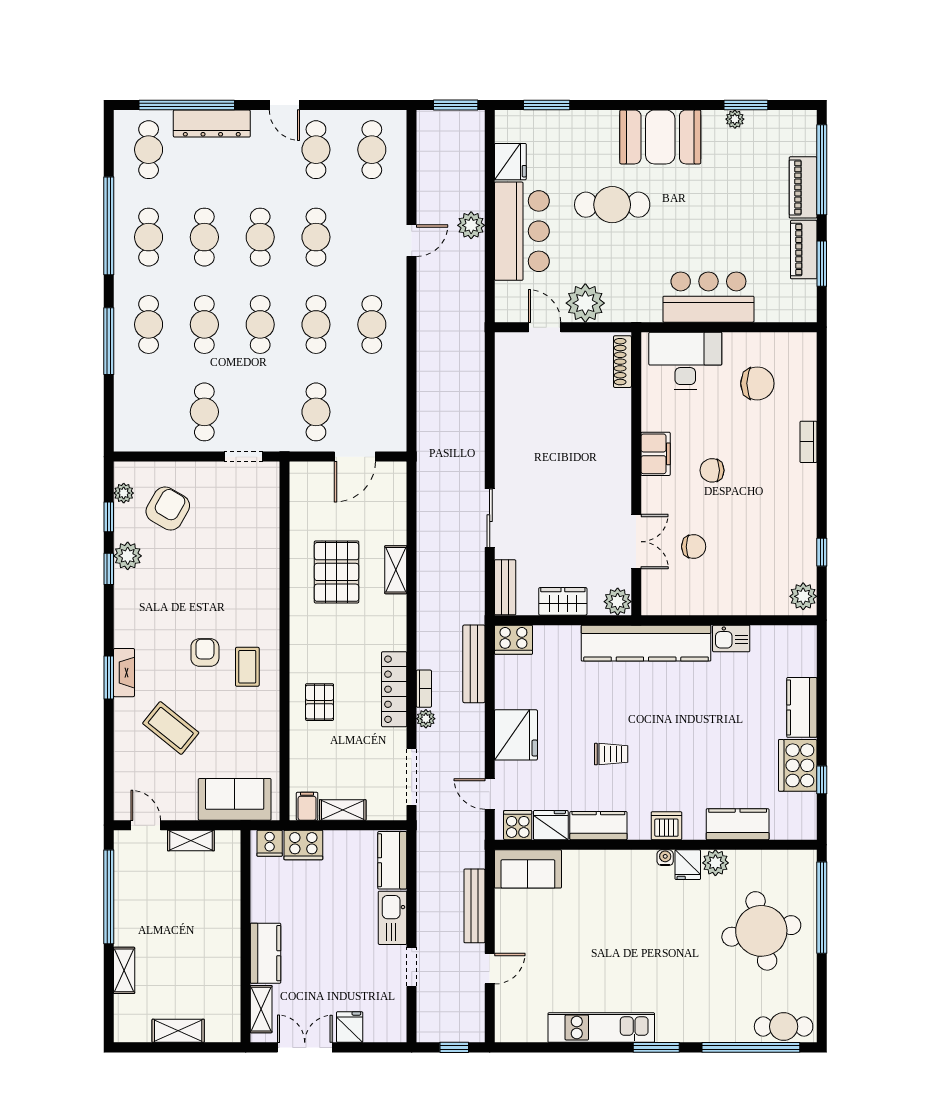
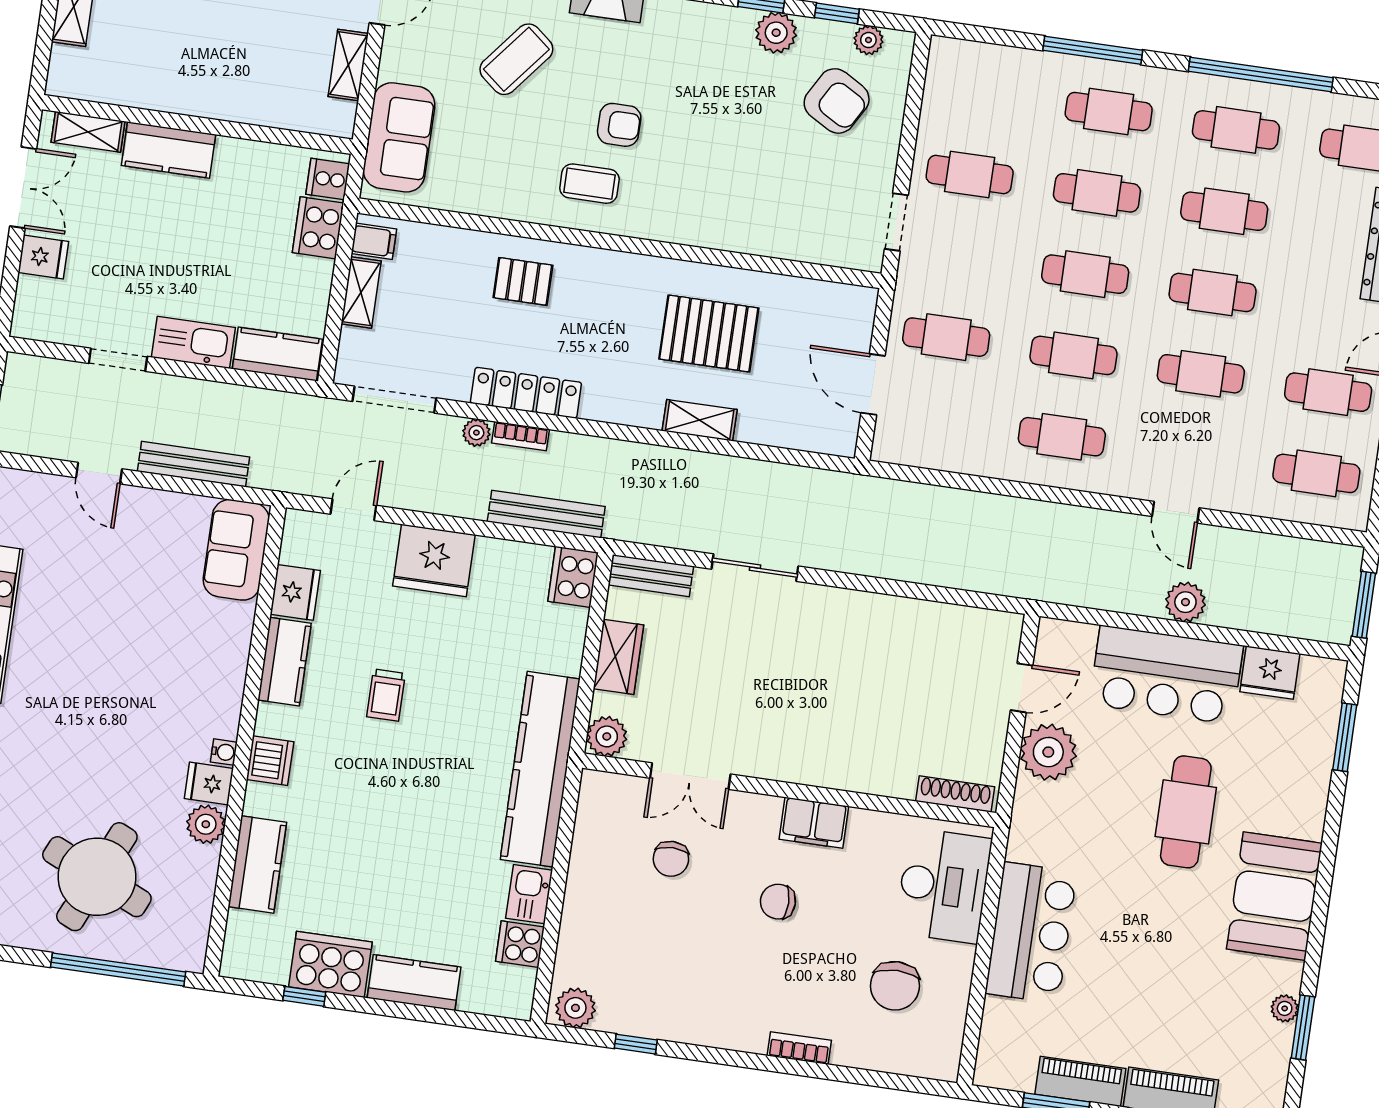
chair: (712, 470) -> (778, 902), turned -90
cooker: (518, 825) -> (520, 944), moved, turned 180
round table: (761, 931) -> (97, 877), turned 35

